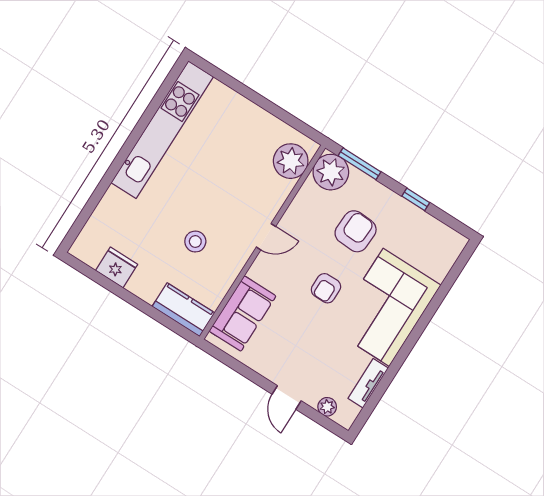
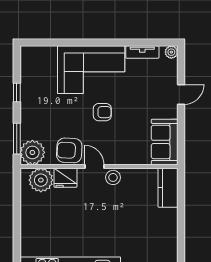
armchair: (356, 231) -> (69, 150), moved
stool: (195, 242) -> (113, 177), moved
fridge: (117, 267) -> (65, 178), moved, turned -90
sofa: (243, 314) -> (165, 142), moved, turned -90
plant: (327, 407) -> (171, 52), moved

